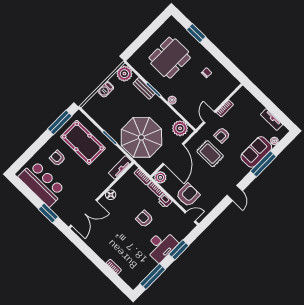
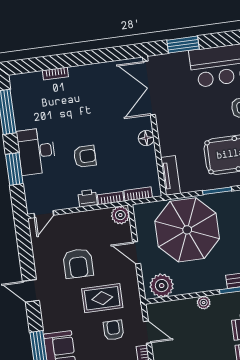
door: (173, 154) -> (137, 253), width x0.53
armchair: (188, 195) -> (78, 263), moved

